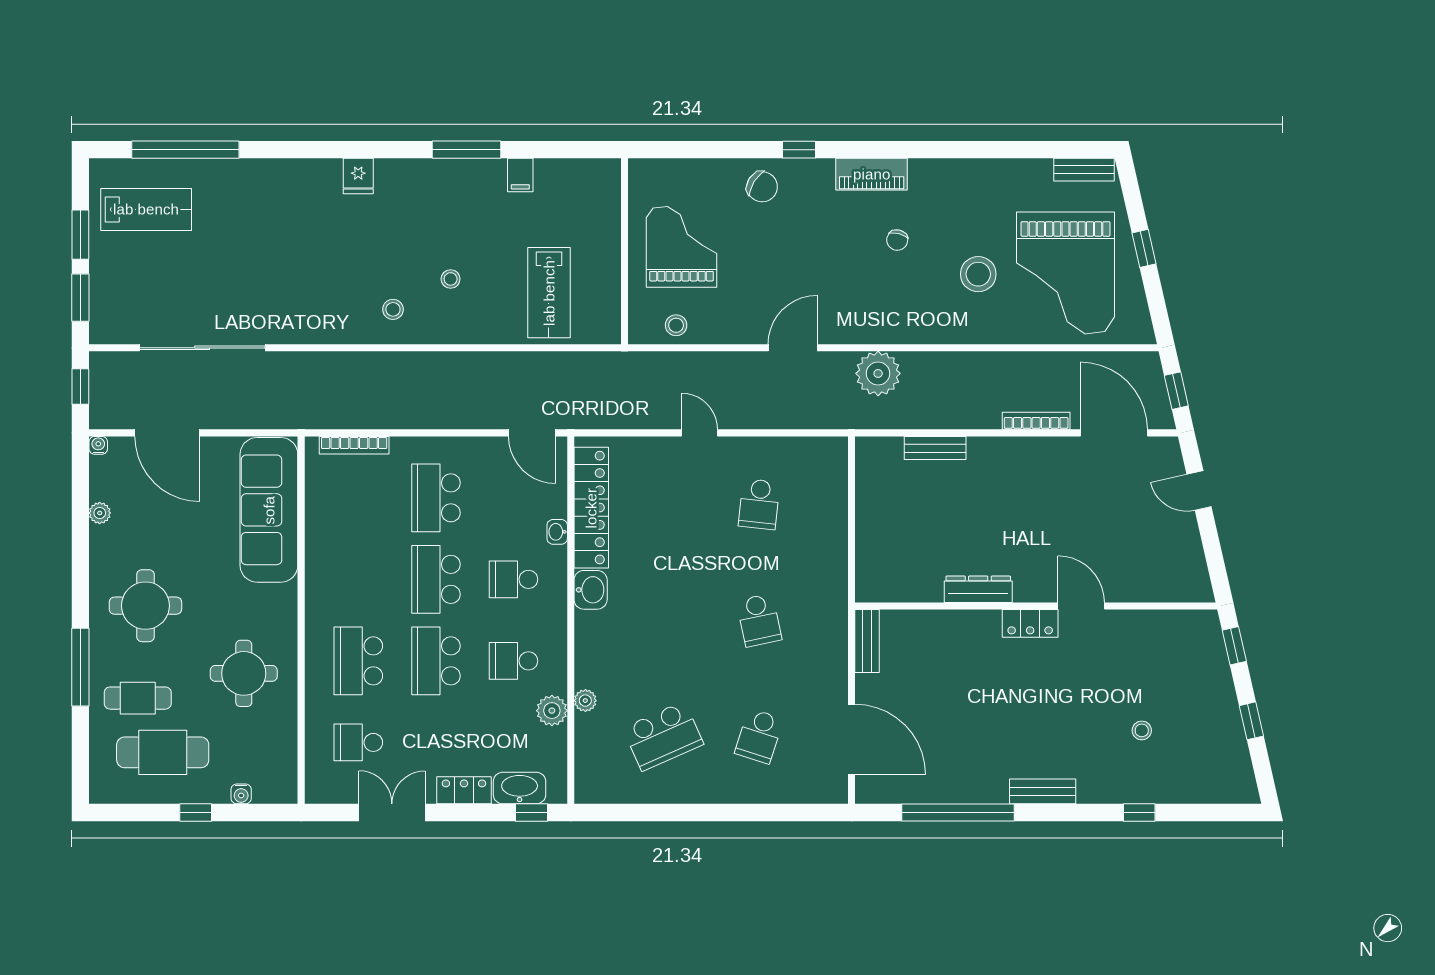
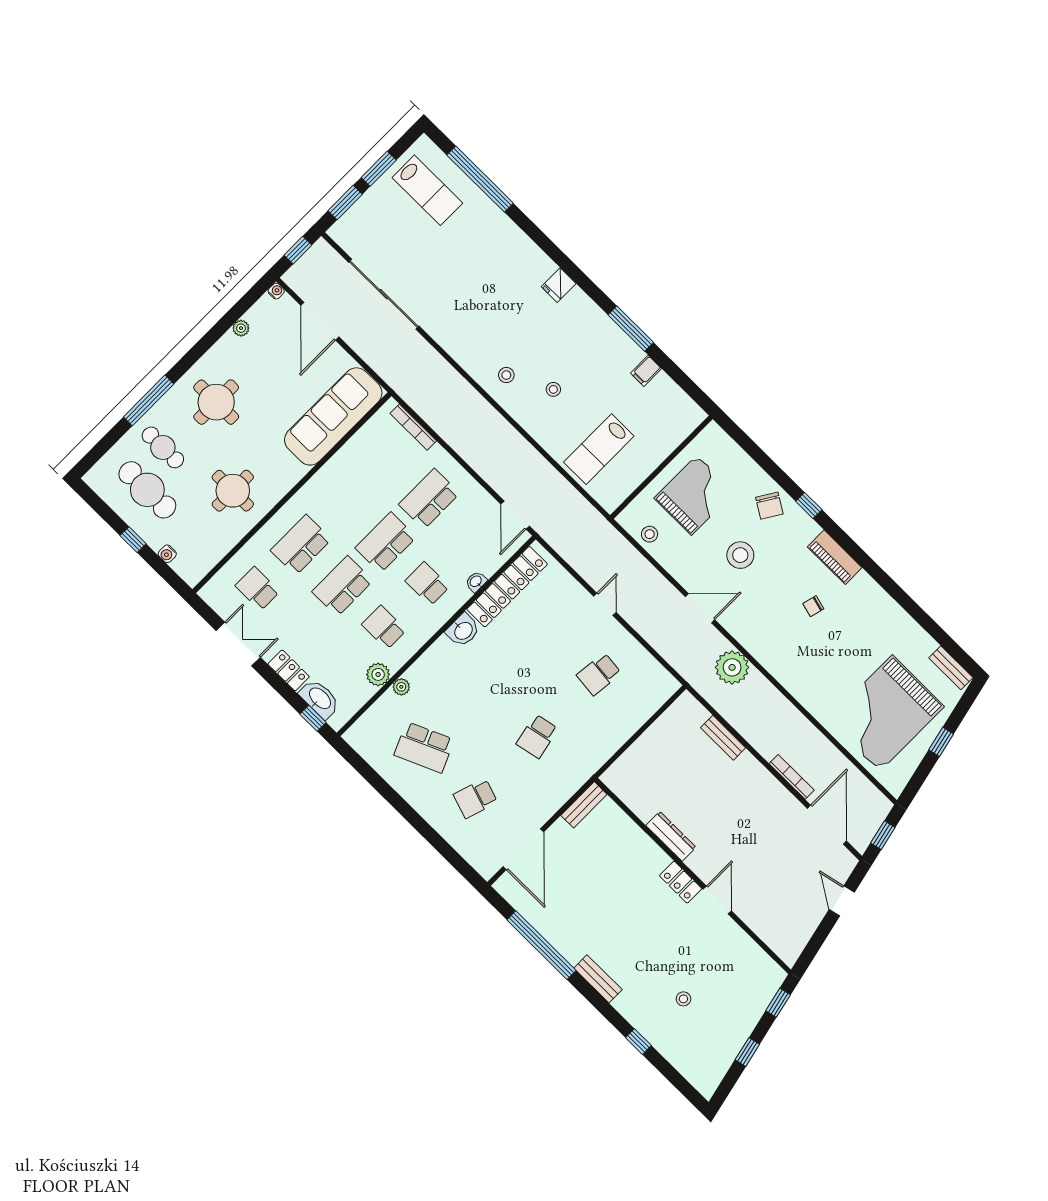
stool: (978, 274) -> (740, 555), moved

